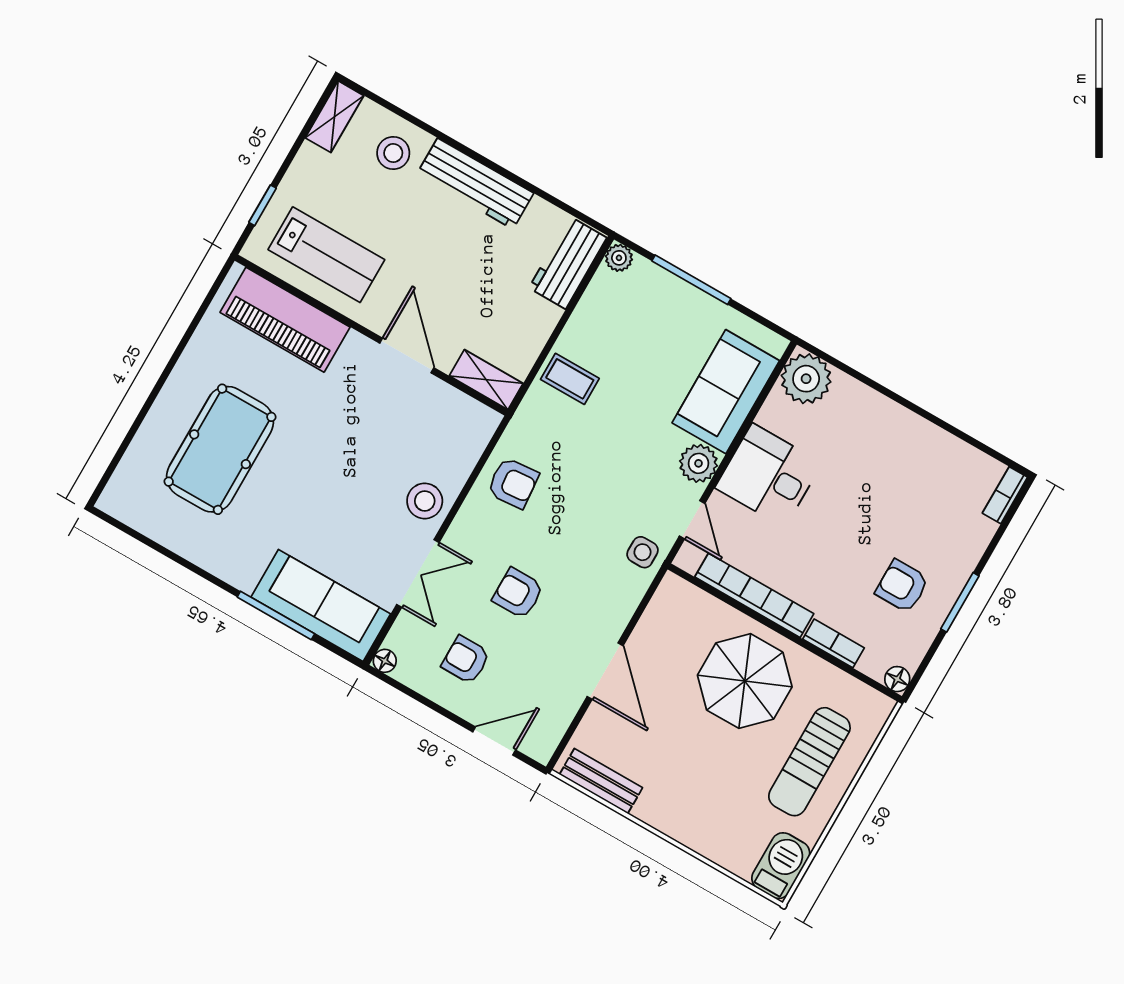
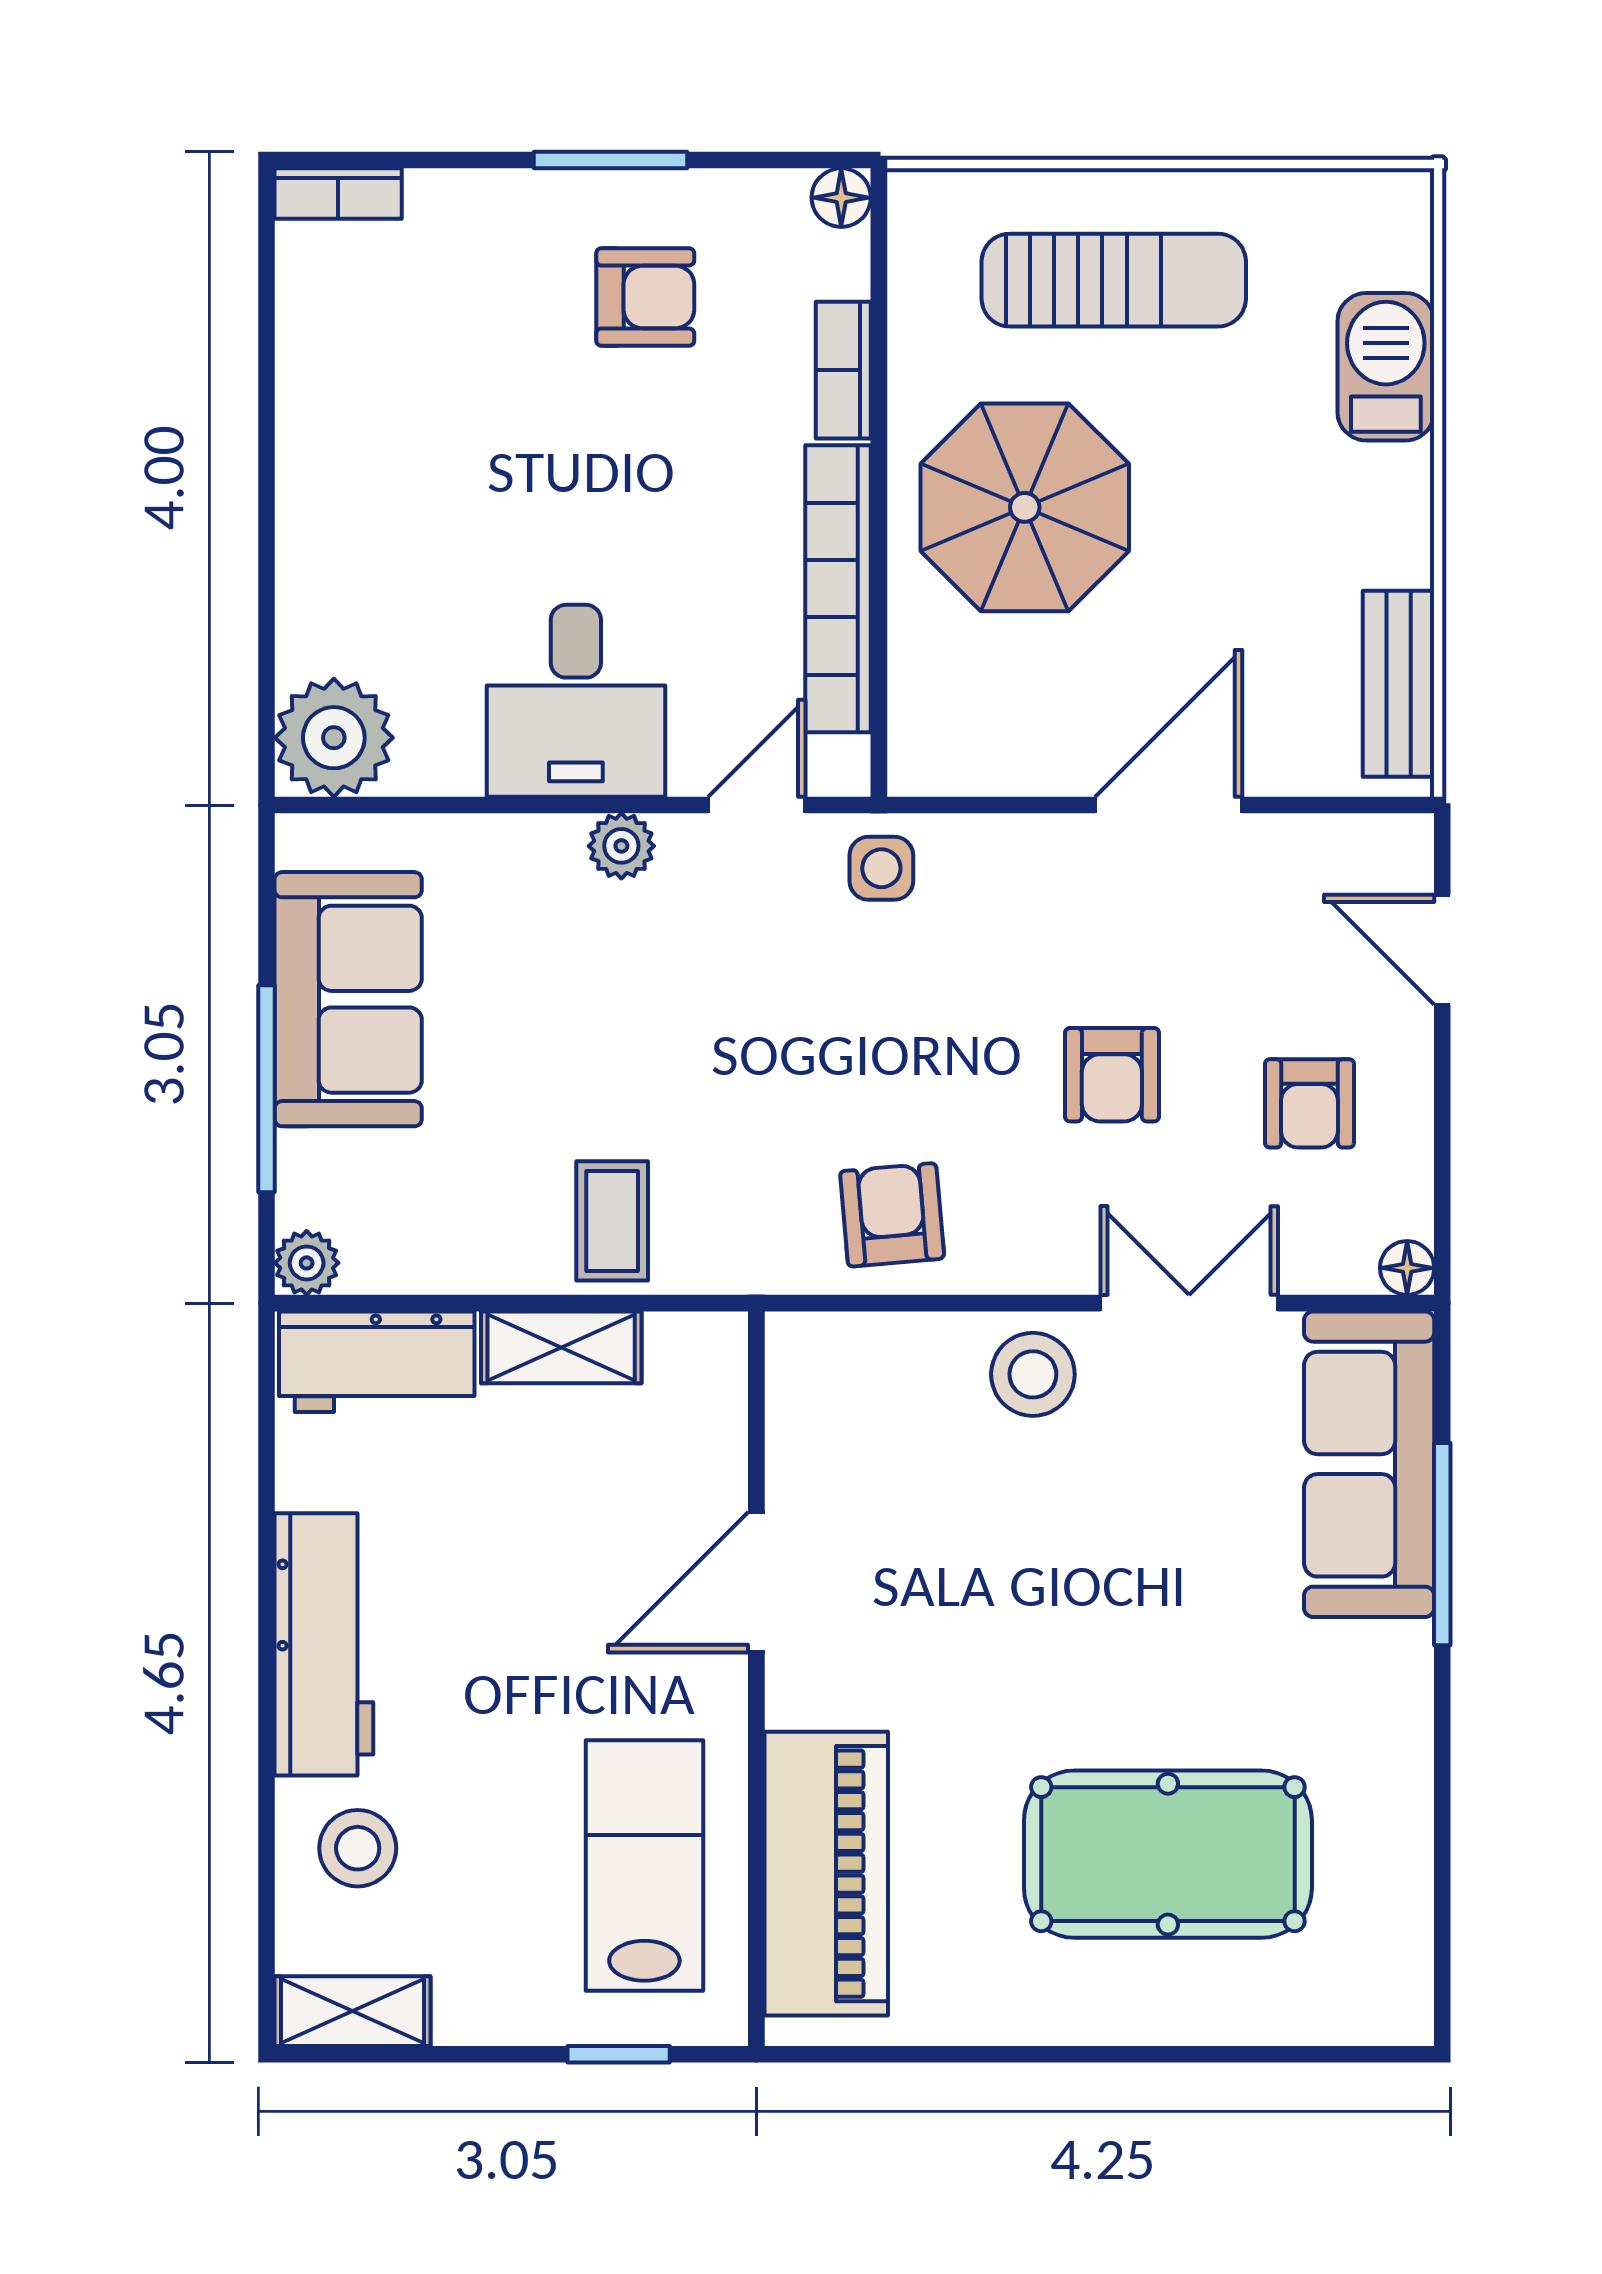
shelving: (486, 380) -> (561, 1347), moved, turned 90
sofa: (726, 392) -> (348, 999), moved, turned -90
plant: (699, 463) -> (621, 846), width x0.73, depth x0.73
armchair: (902, 586) -> (645, 297), turned -90
barbecue: (781, 866) -> (1386, 367), moved, turned 90

